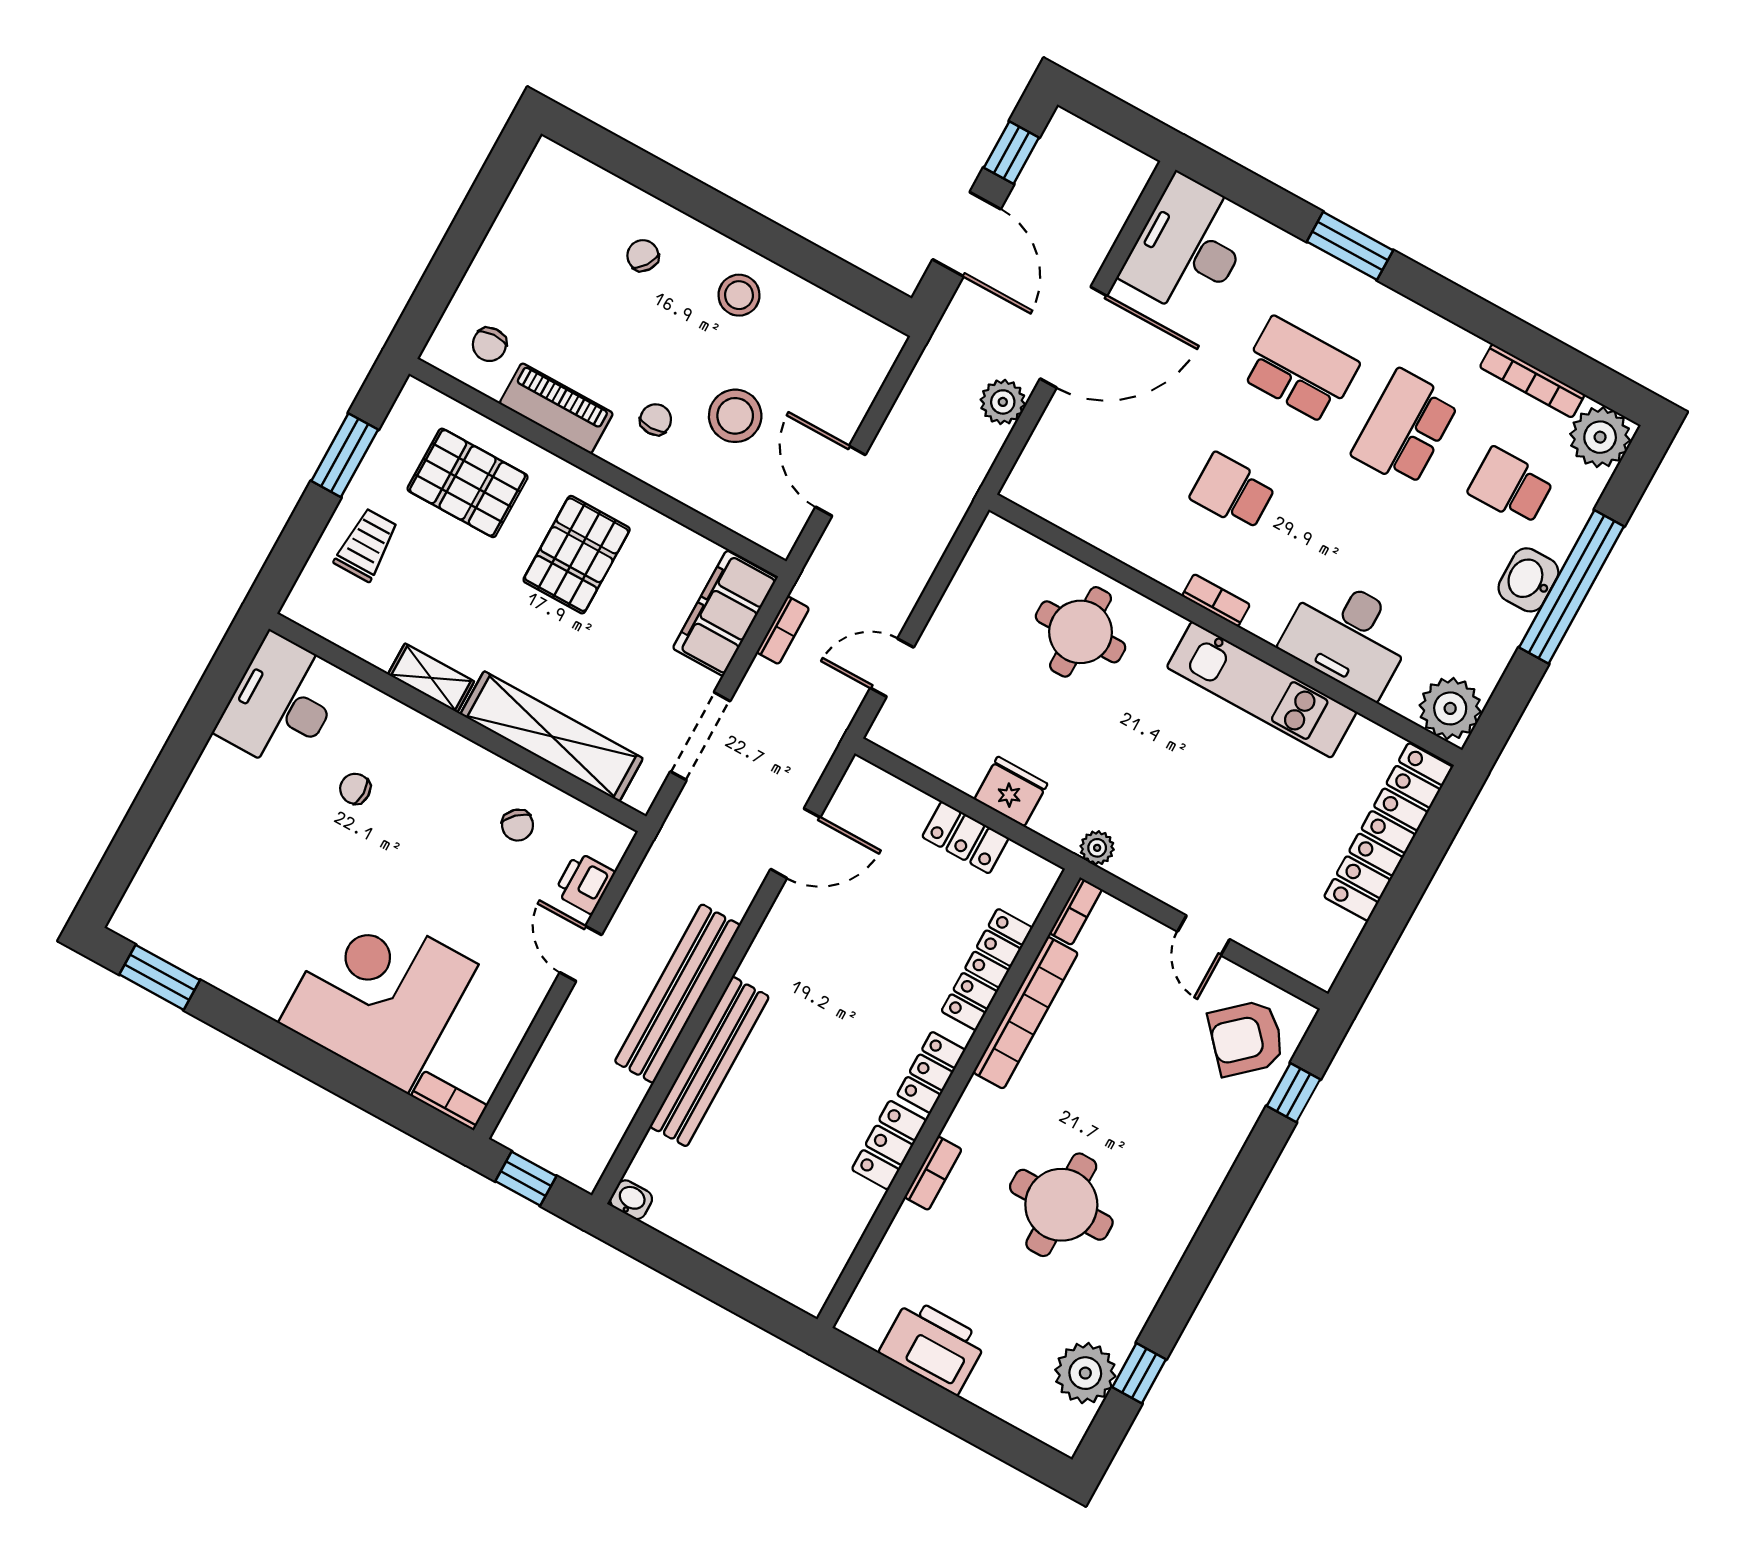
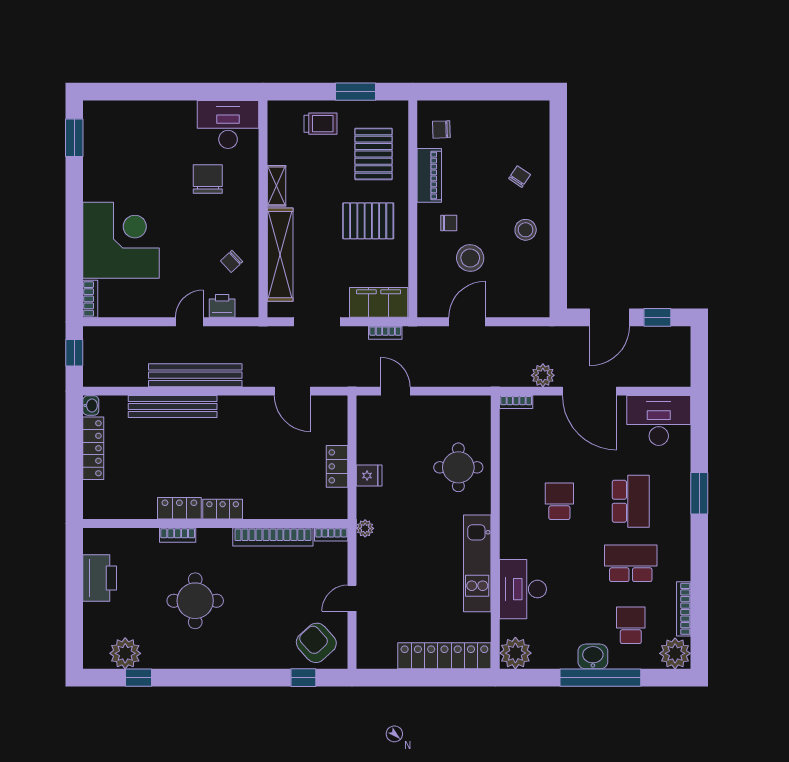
bookcase: (1216, 600) -> (516, 402), moved, turned 90
chair: (355, 789) -> (208, 179), width x1.87, depth x1.87
fridge: (1011, 792) -> (369, 476), width x0.72
locker: (987, 969) -> (93, 448), moved, turned 90

